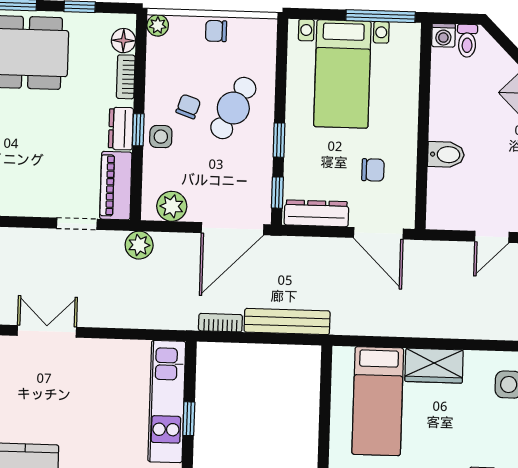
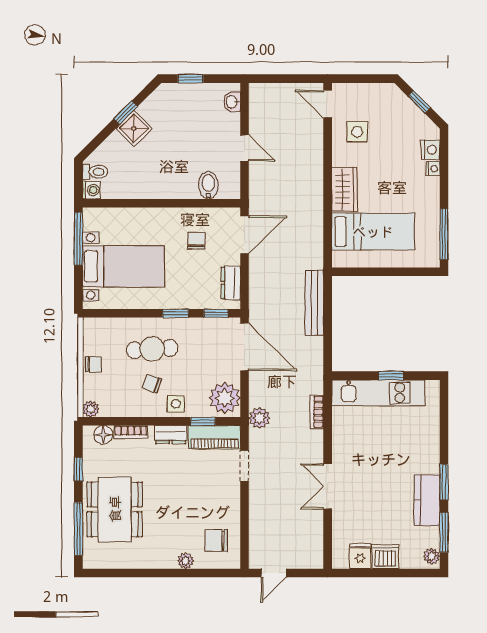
chair: (216, 31) -> (94, 364), turned -90
cafe table: (233, 108) -> (152, 349), turned -32
window: (138, 130) -> (203, 421), moved
bidet: (446, 155) -> (208, 185), moved
plant: (172, 206) -> (225, 398), width x1.36, depth x1.36
dresser: (316, 213) -> (231, 283), width x0.70
bookcase: (220, 323) -> (317, 412), moved

